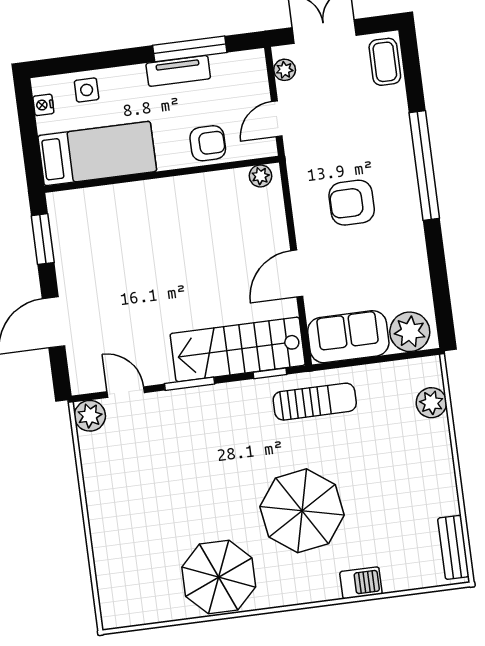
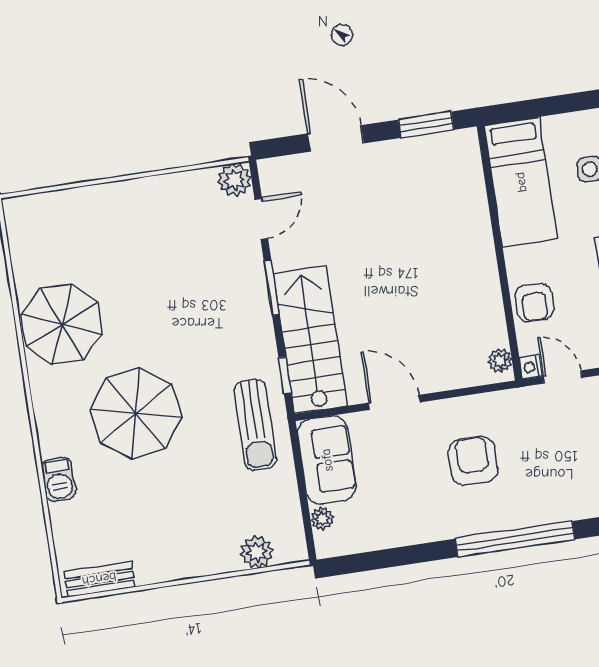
nightstand: (43, 105) -> (531, 367), moved, turned -90
plant: (410, 332) -> (322, 518), width x0.53, depth x0.53

